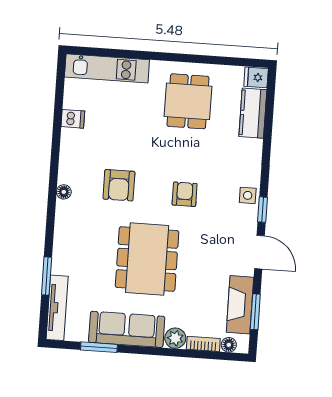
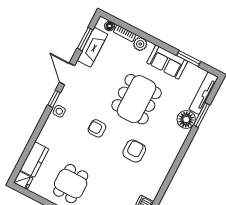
floor lamp: (64, 192) -> (186, 119), moved, width x1.89, depth x1.89
armchair: (185, 194) -> (97, 128), turned 90
sofa: (127, 329) -> (167, 62), width x0.73

